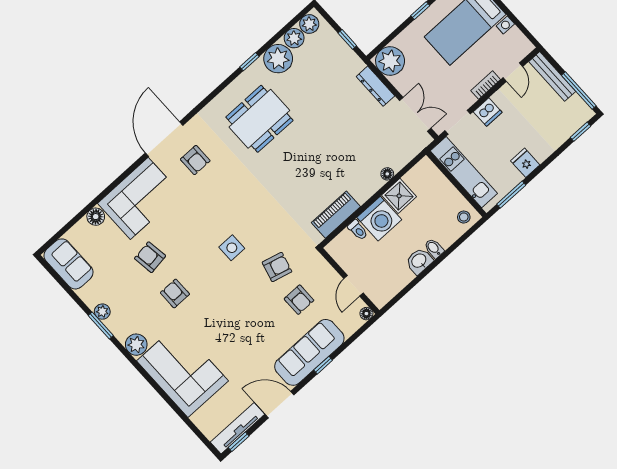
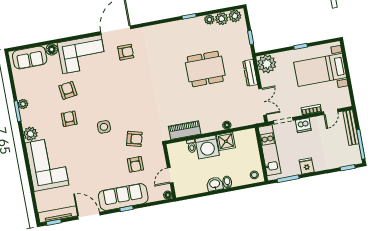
plant: (278, 59) -> (209, 20), width x0.53, depth x0.53
dining table: (259, 119) -> (205, 69), moved
armchair: (195, 160) -> (126, 52), turned -90
side table: (232, 248) -> (104, 127), moved
sofa: (69, 264) -> (30, 58), moved, turned 90

